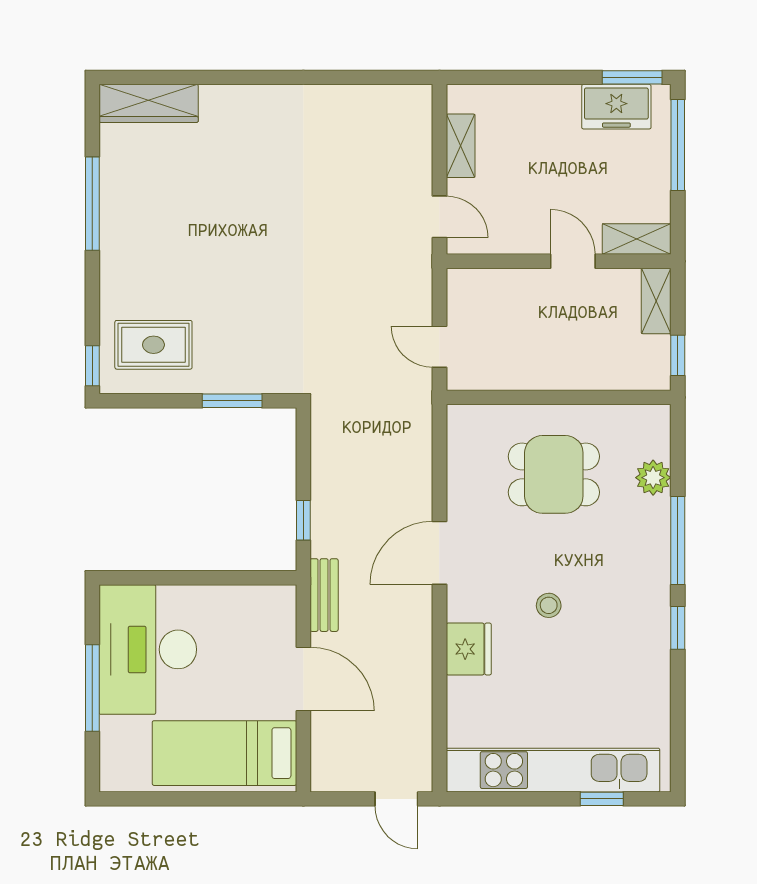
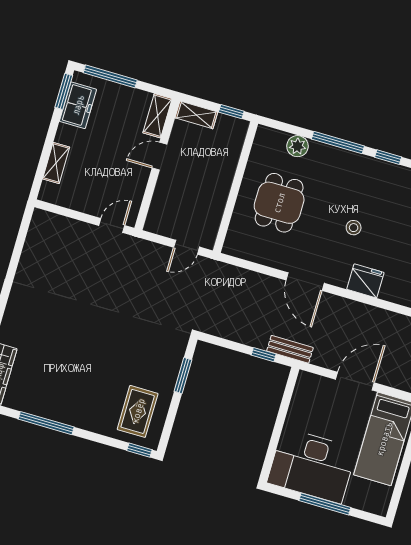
shelving: (461, 146) -> (56, 163), moved, turned 90
bench: (324, 595) -> (290, 349), moved

